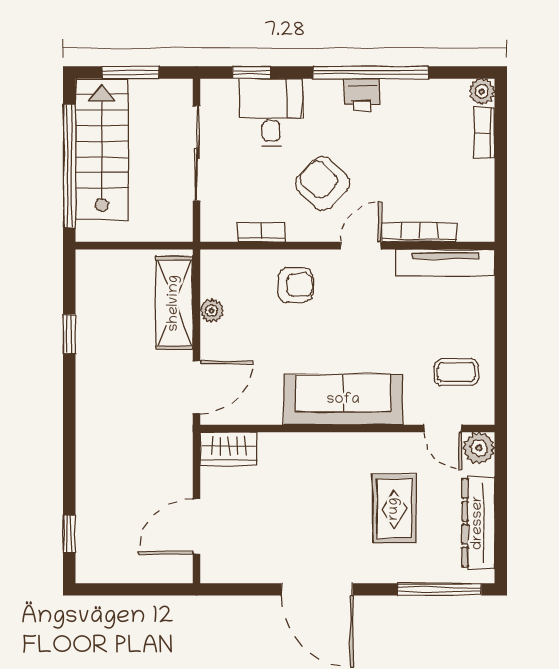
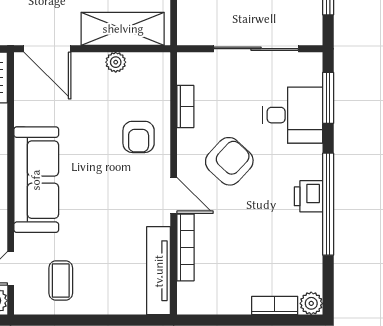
window: (252, 72) -> (328, 98), width x1.50

